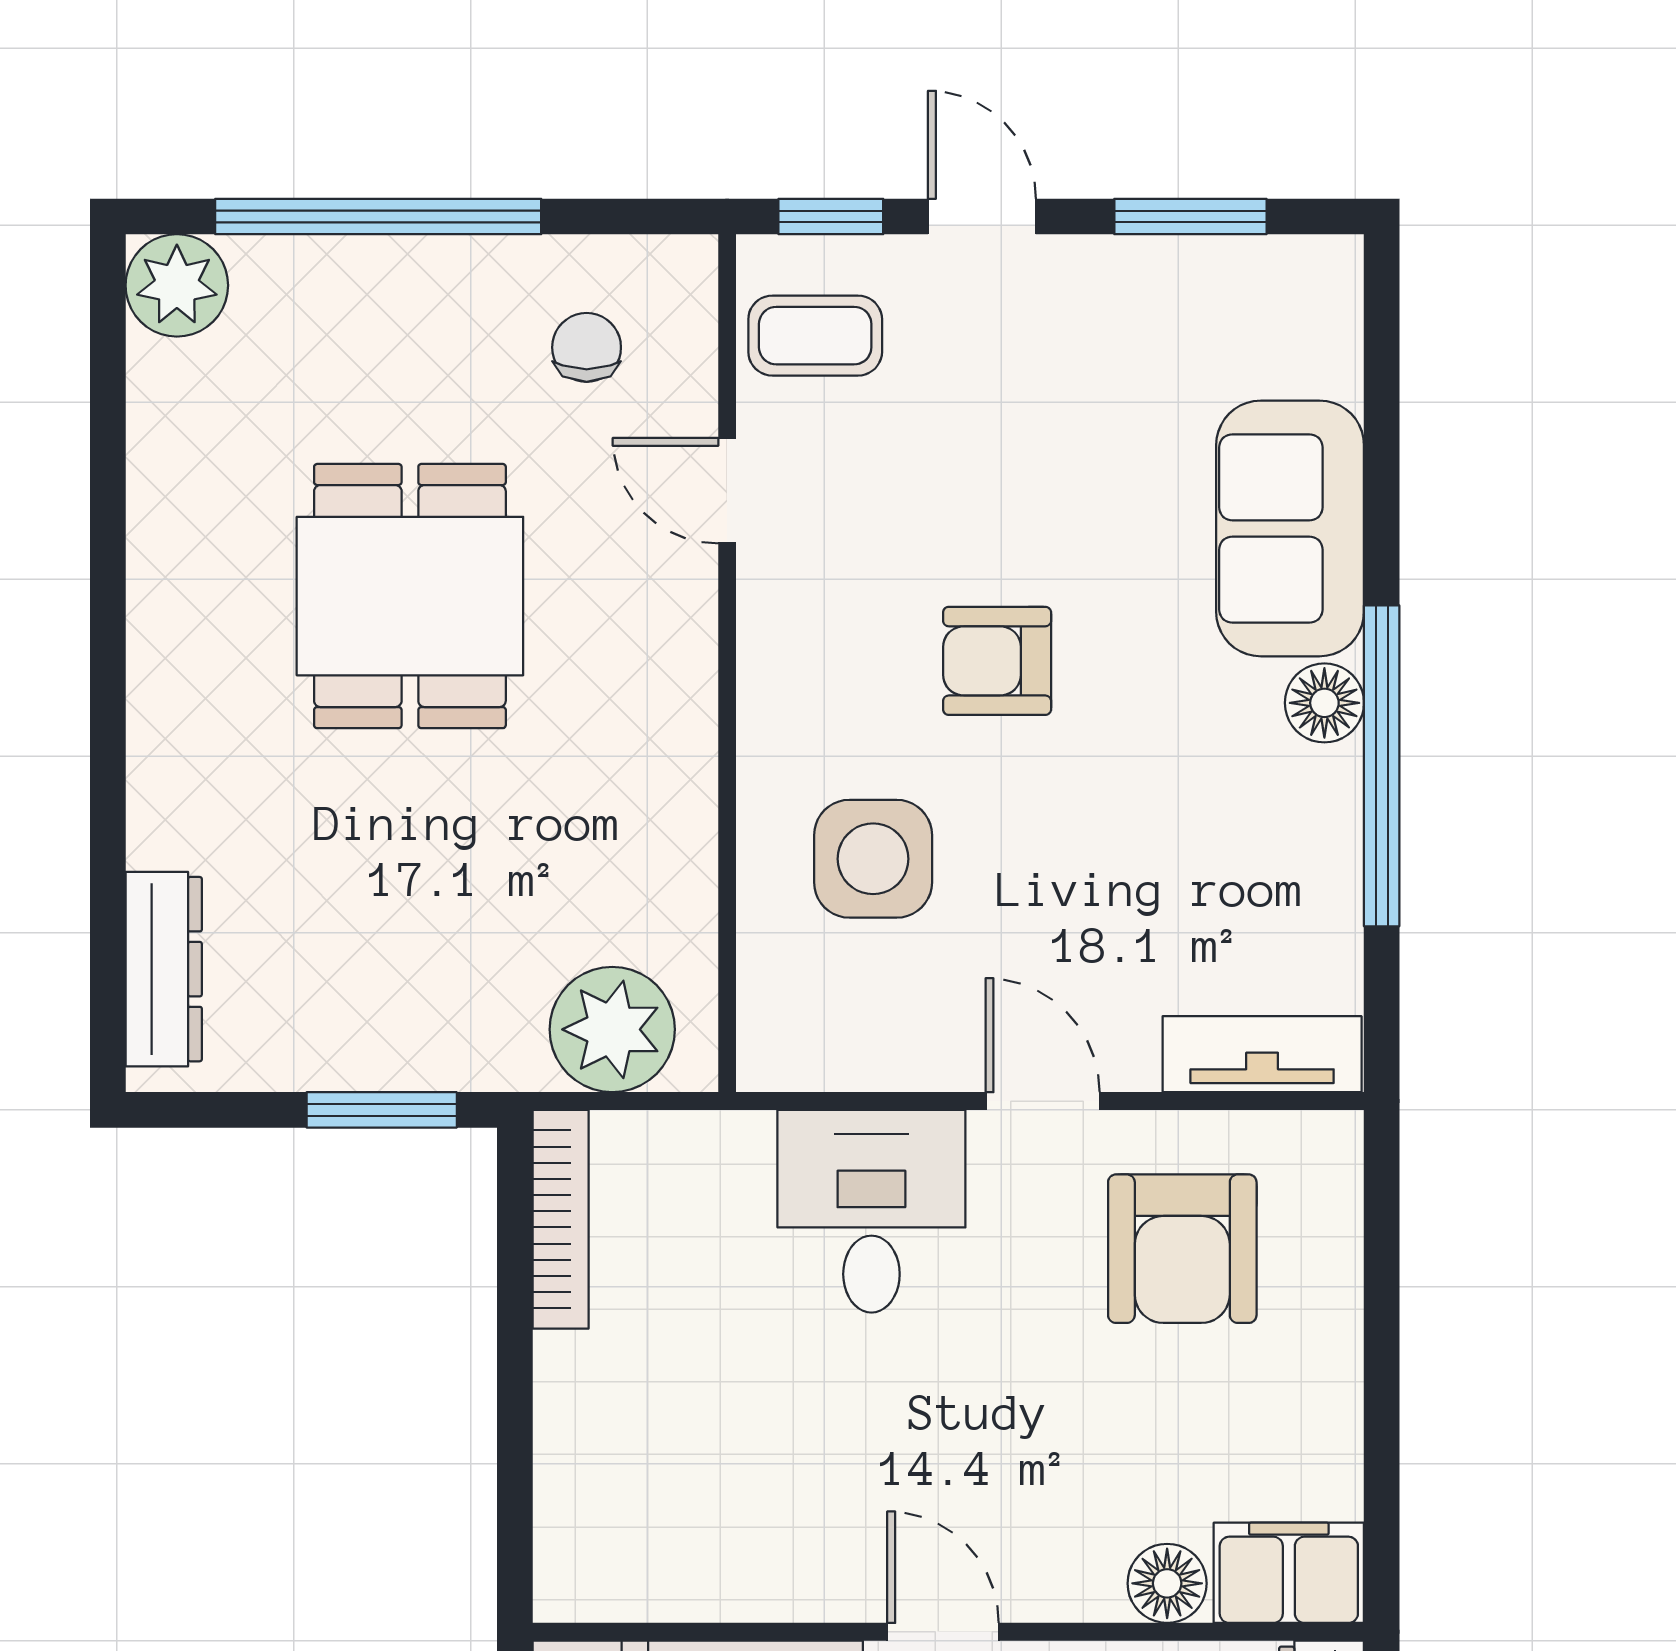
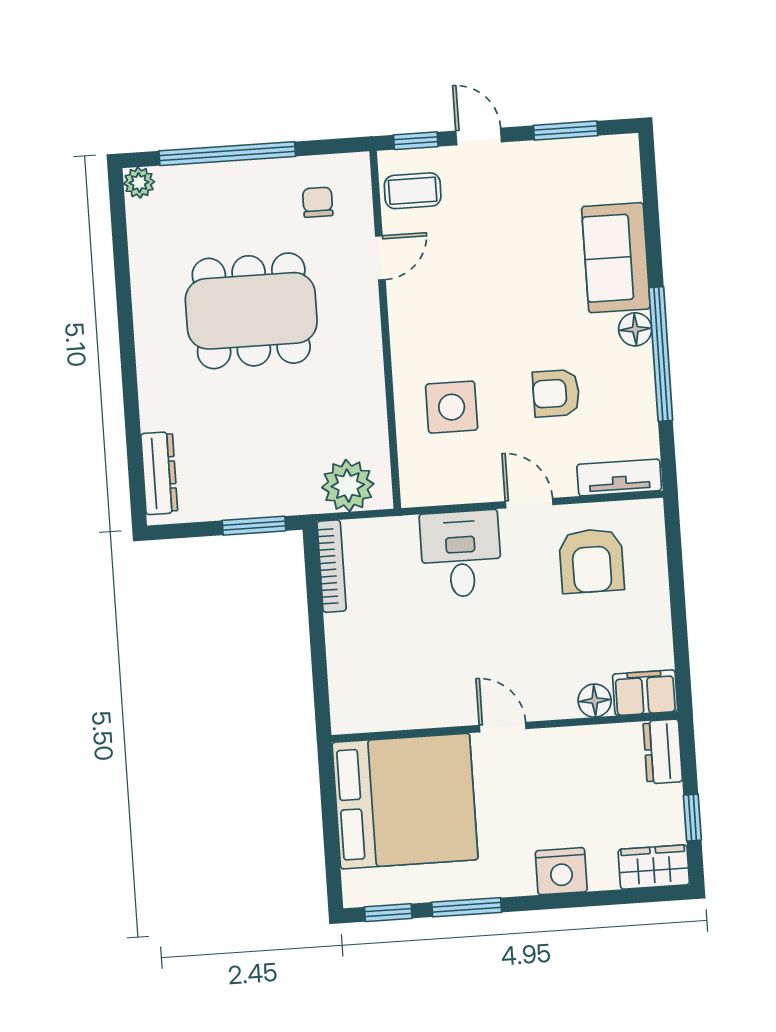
plant: (177, 285) -> (139, 183), width x0.73, depth x0.73
door: (727, 491) -> (380, 258), swing flipped
dining table: (410, 596) -> (251, 311), width x1.38
armchair: (997, 661) -> (556, 393), moved

